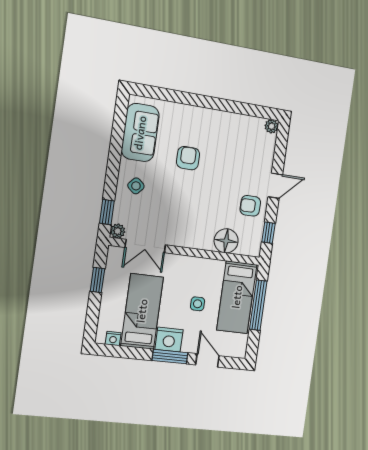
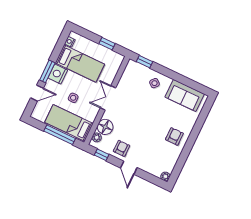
armchair: (188, 158) -> (174, 136), moved, turned -90
plant: (118, 231) -> (97, 137), moved
double door: (145, 246) -> (108, 98), moved

